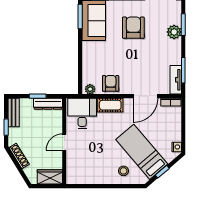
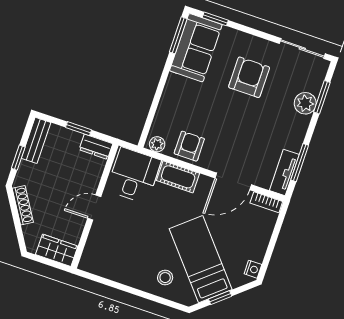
dresser: (48, 104) -> (96, 147), width x0.70

